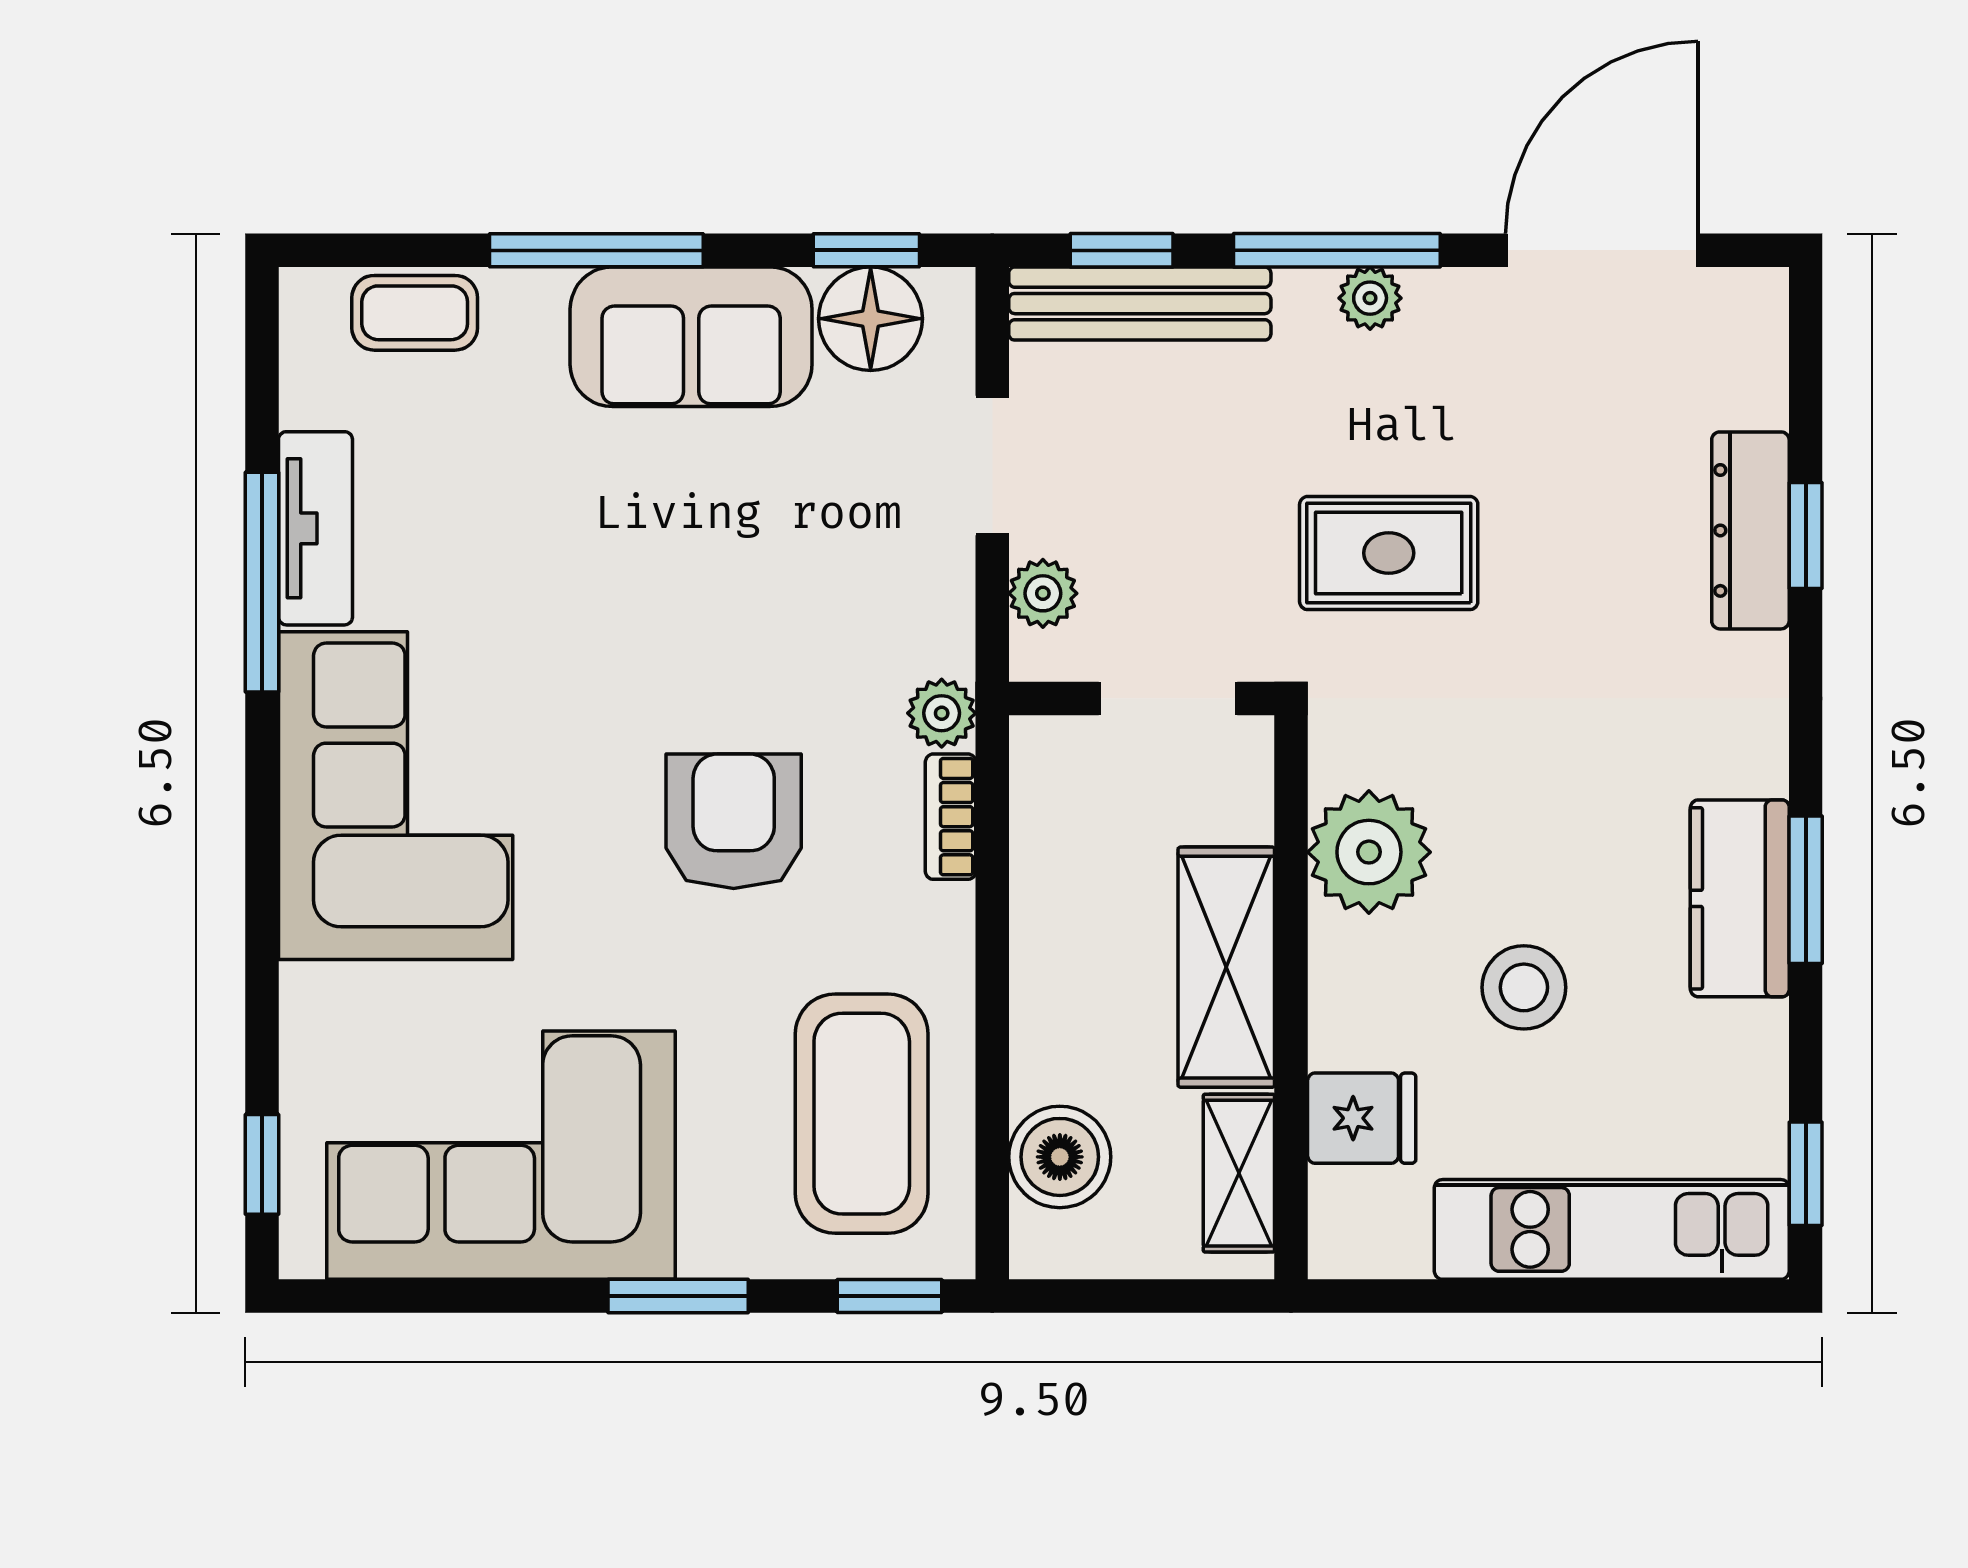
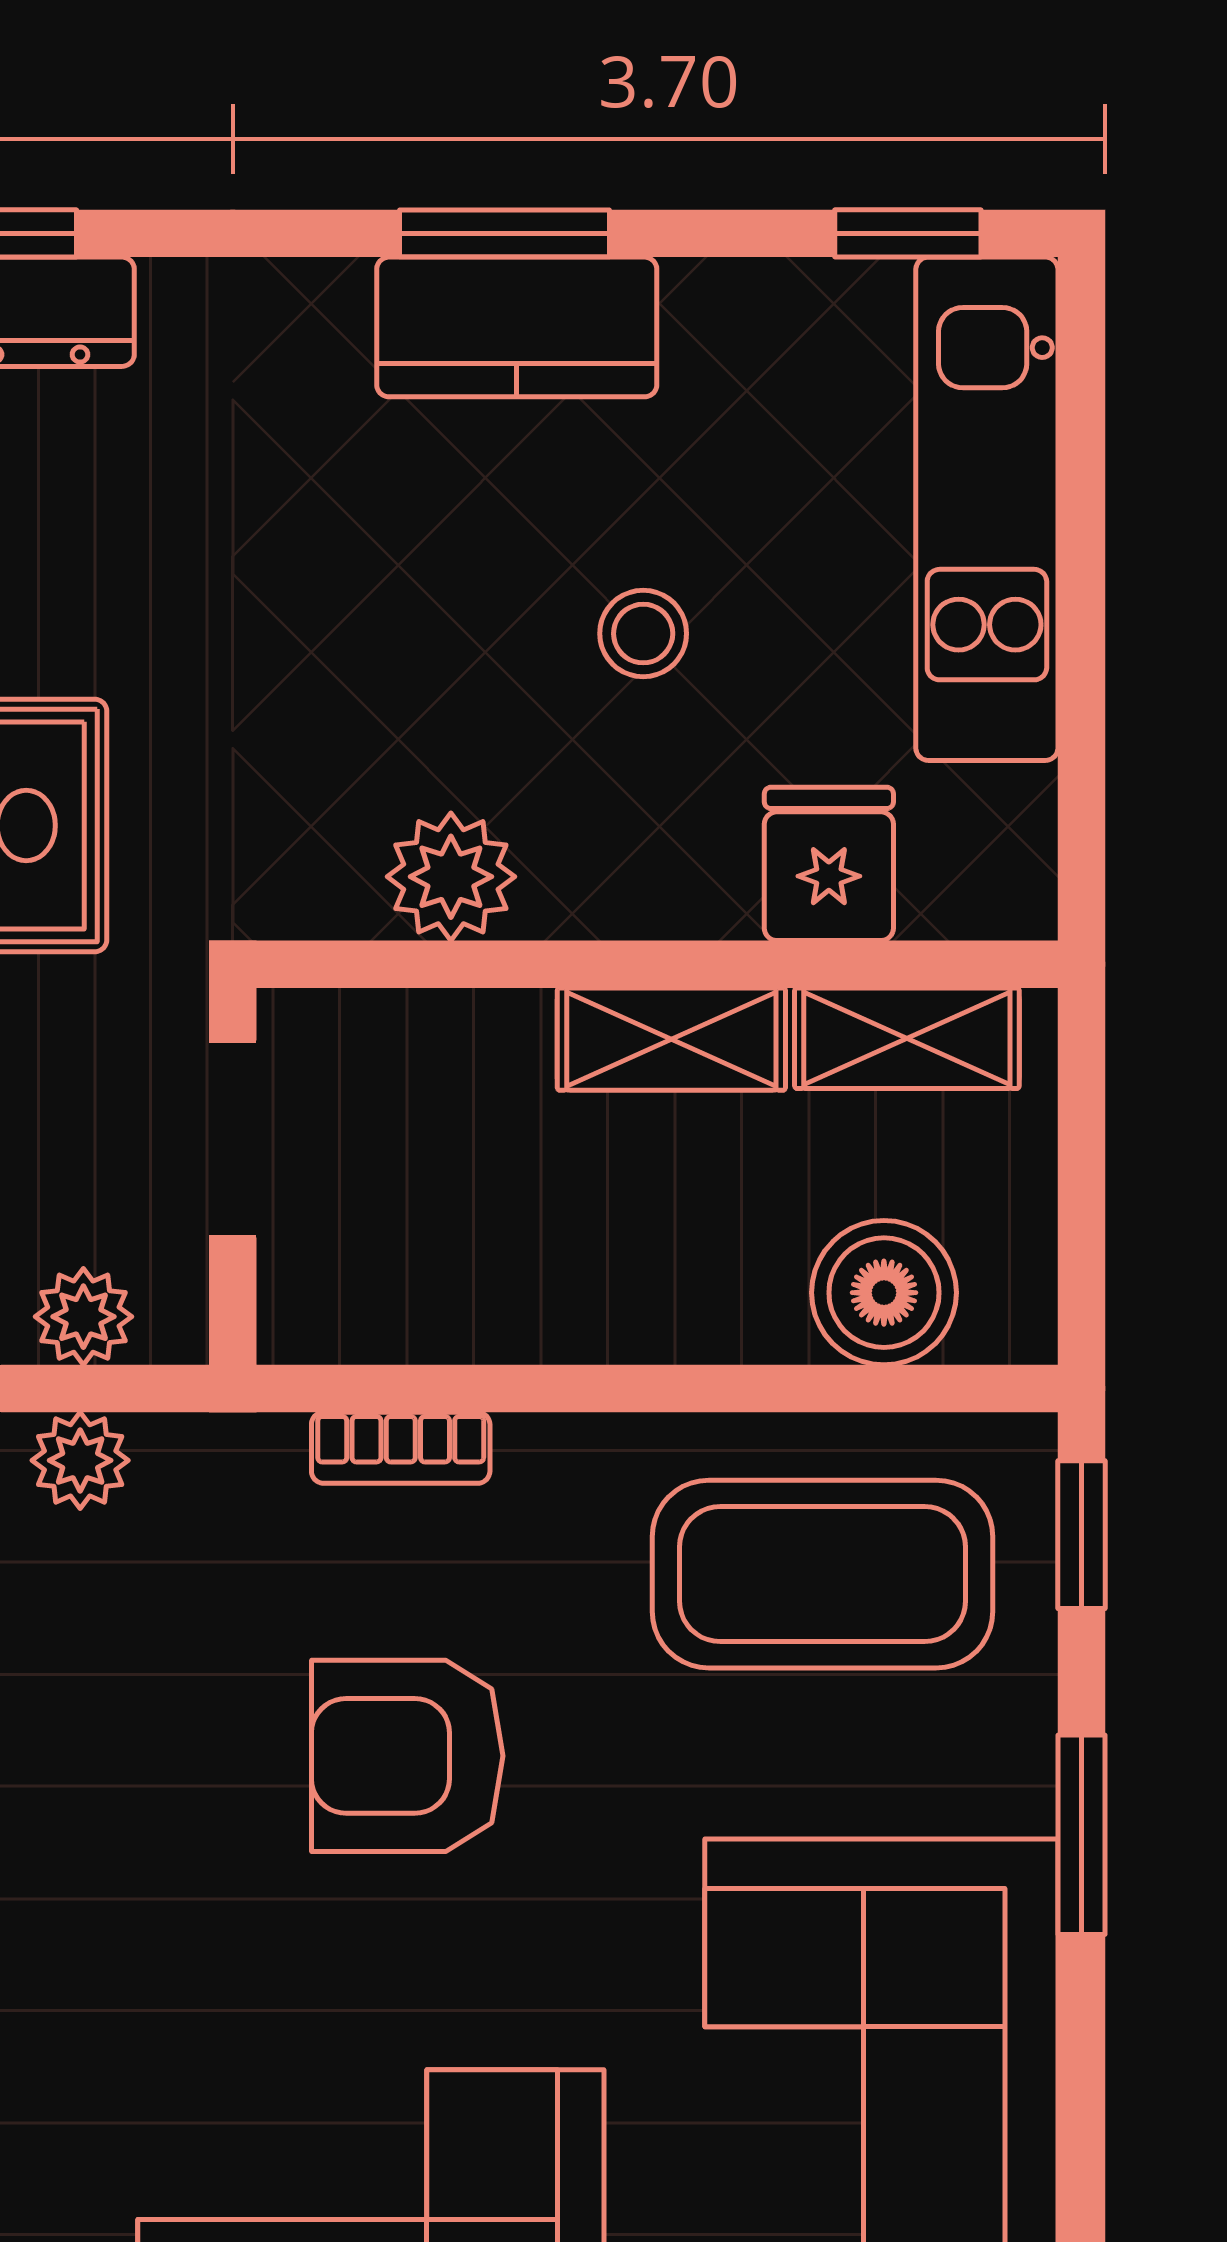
plant: (942, 713) -> (80, 1460), moved
plant: (1369, 852) -> (451, 877), width x0.73, depth x0.73
shelving: (1226, 967) -> (671, 1039), width x0.67, depth x0.75
stool: (1524, 987) -> (643, 634), width x0.73, depth x0.73

